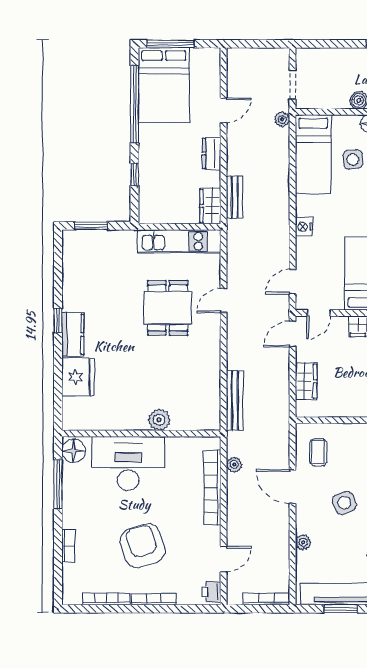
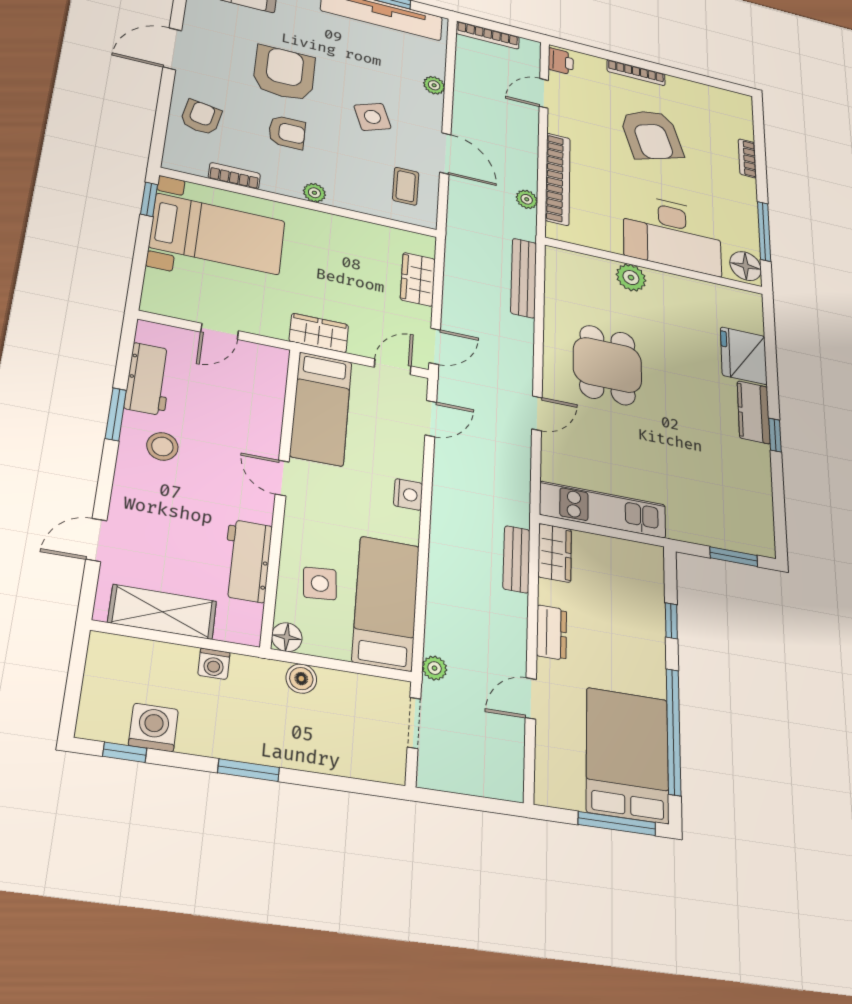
dining table: (168, 308) -> (607, 365), moved
bookcase: (106, 599) -> (697, 88), removed

